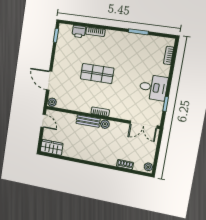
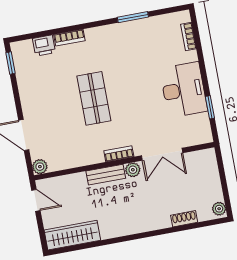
shop shelf: (97, 73) -> (94, 98), turned 90
desk: (153, 87) -> (184, 90), width x1.37
double door: (144, 125) -> (162, 154), moved
wardrobe: (52, 147) -> (72, 235), width x1.50

